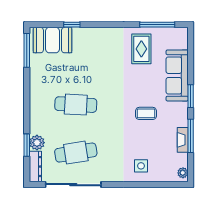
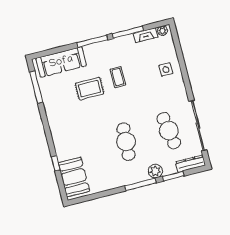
rug: (141, 49) -> (89, 89), moved
window: (27, 50) -> (140, 184), moved
sofa: (177, 75) -> (61, 62), moved
window: (191, 96) -> (92, 41), width x1.44
fireplace: (183, 140) -> (146, 35), moved
plant: (37, 143) -> (155, 171), moved

